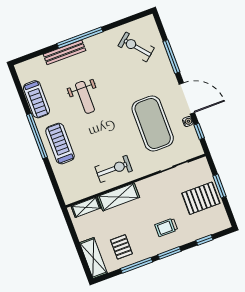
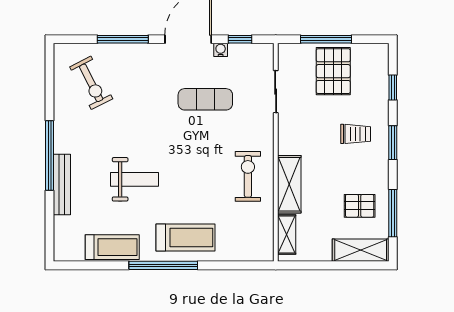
exercise bike: (136, 47) -> (91, 83), turned -77
exercise mat: (153, 123) -> (205, 99), width x0.50, depth x0.69
treadmill: (60, 144) -> (185, 238), turned 180
window: (219, 186) -> (326, 39), width x1.44
trolley: (166, 227) -> (356, 134), turned -90
window: (137, 265) -> (393, 213), moved

